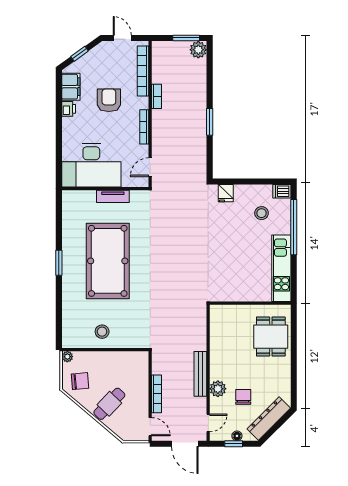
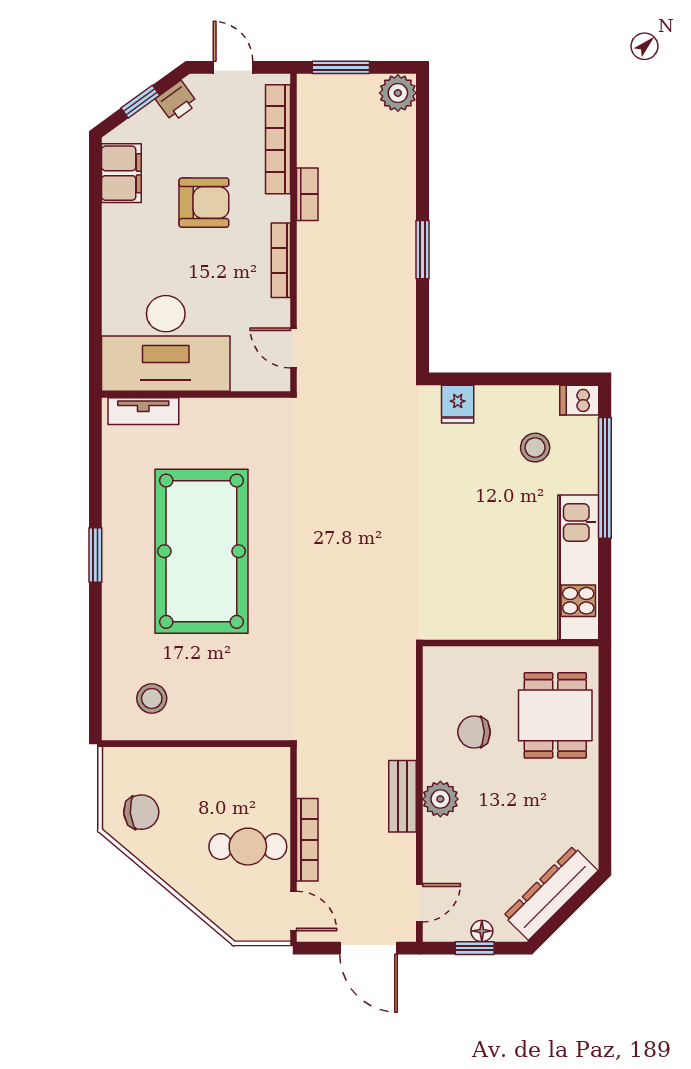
window: (186, 38) -> (341, 67), moved
armchair: (109, 100) -> (204, 203), turned 90
printer: (69, 109) -> (177, 101), moved, turned 54
door: (150, 167) -> (294, 348), hinge flipped
tv unit: (113, 196) -> (143, 411), moved
stool: (102, 332) -> (152, 698), moved
plant: (67, 357) -> (114, 759), removed
bench: (200, 374) -> (403, 796), width x0.73
plant: (218, 389) -> (440, 799), moved
chair: (243, 397) -> (474, 732), moved, turned -90
cafe table: (109, 404) -> (248, 847), moved, turned 46

